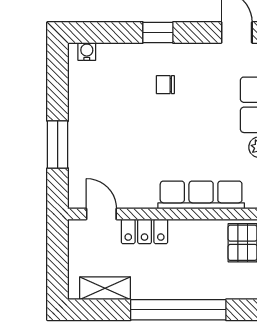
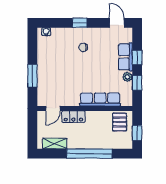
door: (101, 214) -> (53, 108), swing flipped

